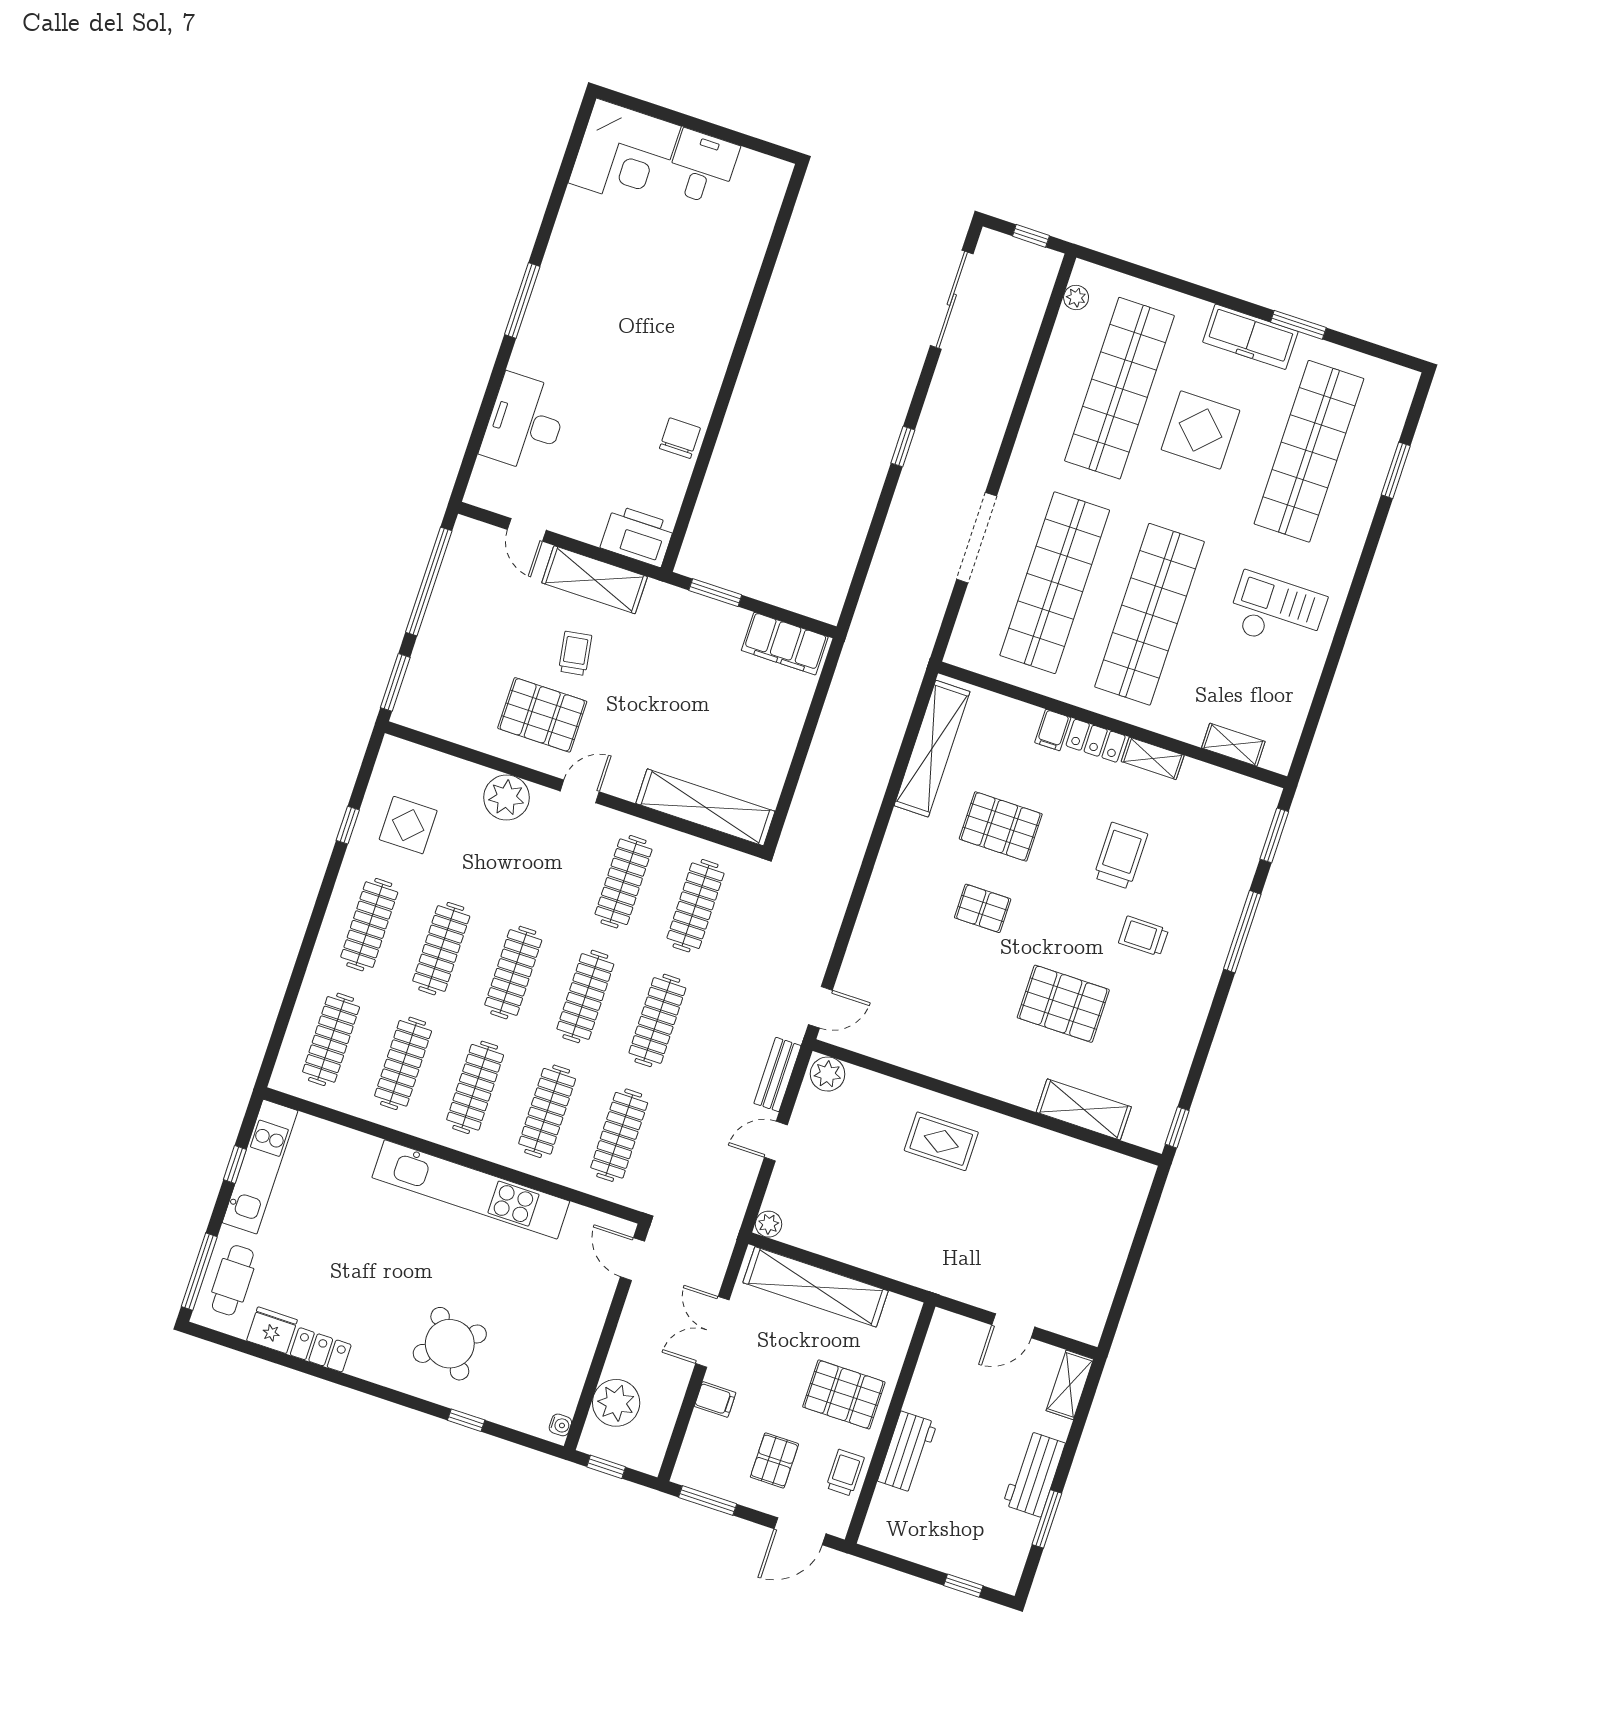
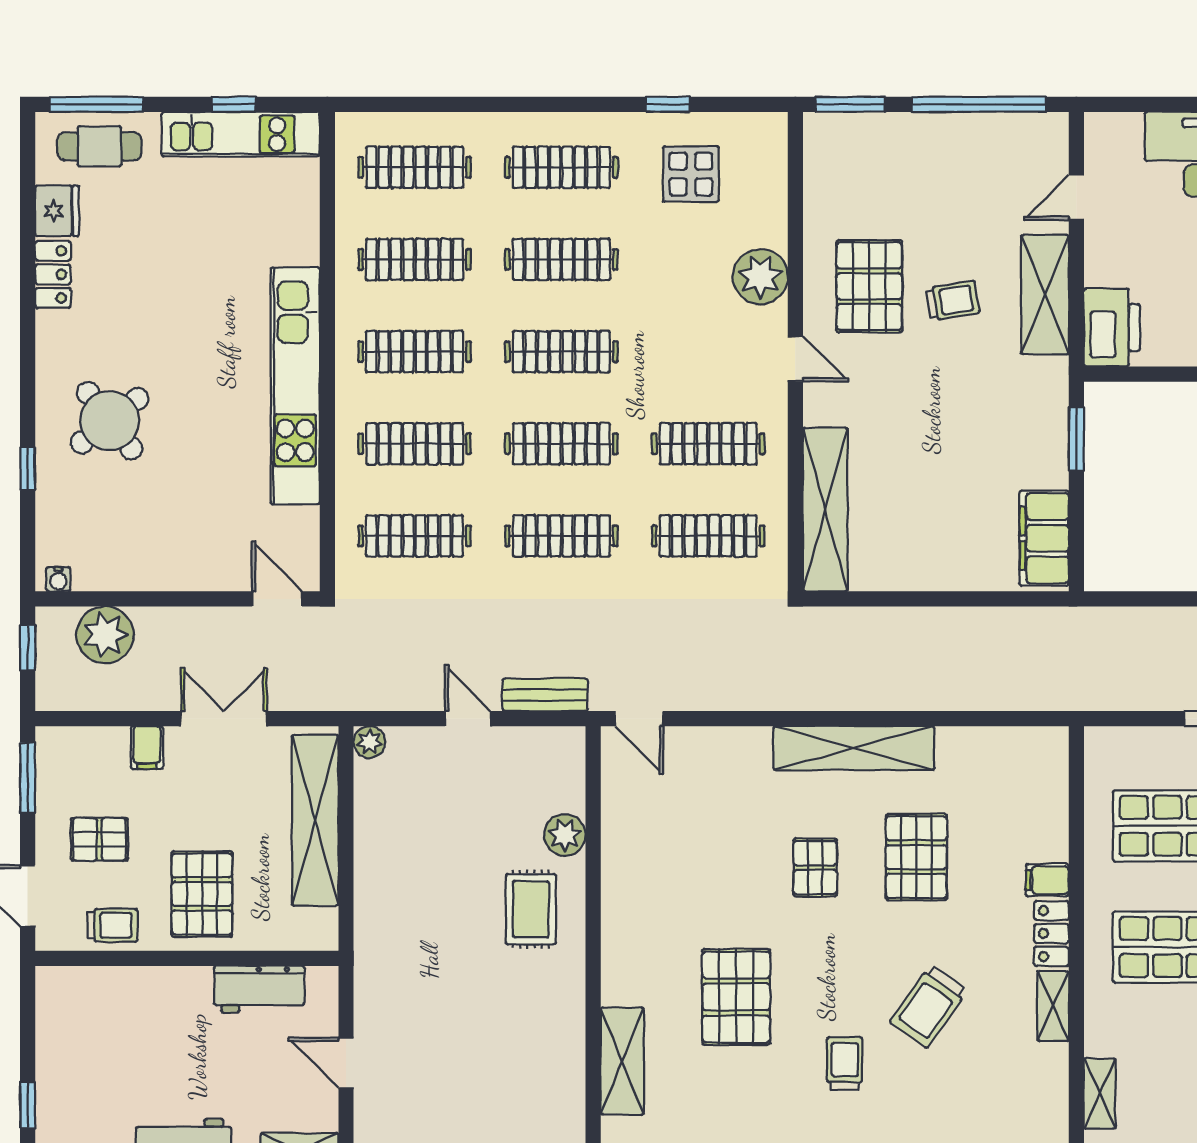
shelving: (932, 749) -> (854, 748), moved
trolley: (1121, 856) -> (929, 1006), turned 125
plant: (828, 1074) -> (565, 835), moved
door: (633, 1259) -> (277, 599), hinge flipped
workbench: (907, 1452) -> (259, 989), moved

